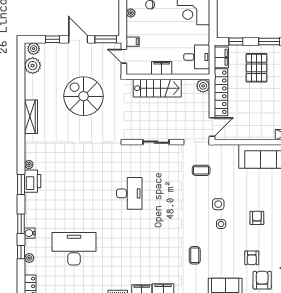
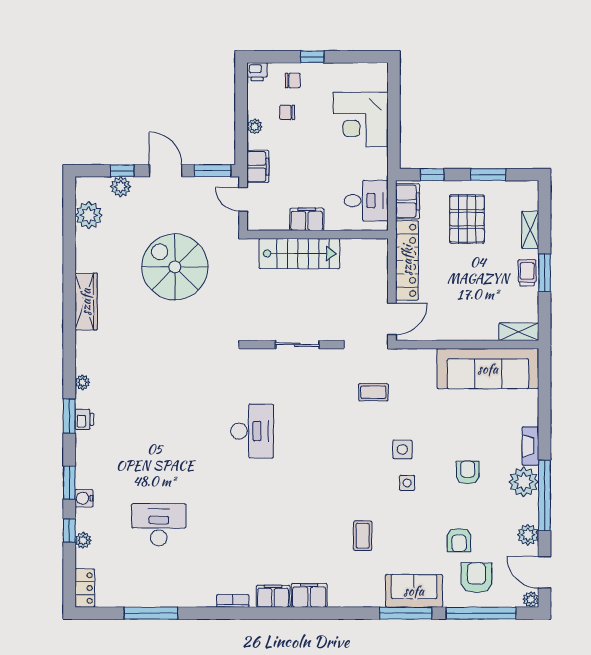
filing cabinet: (133, 42) -> (258, 167), width x2.00
plant: (34, 49) -> (121, 187), moved
plant: (203, 86) -> (377, 249), removed
printer: (33, 181) -> (84, 419), width x0.53, depth x0.68
desk: (74, 249) -> (159, 525), width x0.73, depth x0.77

